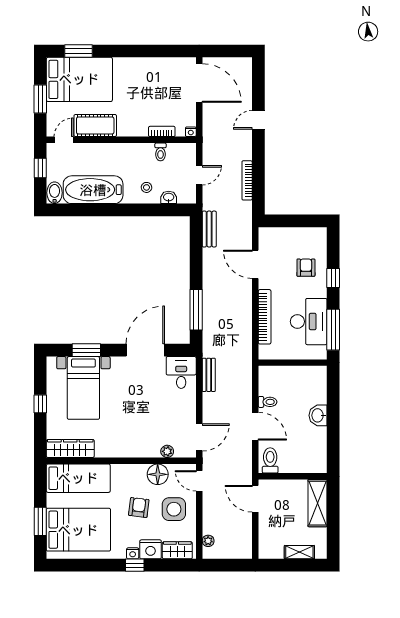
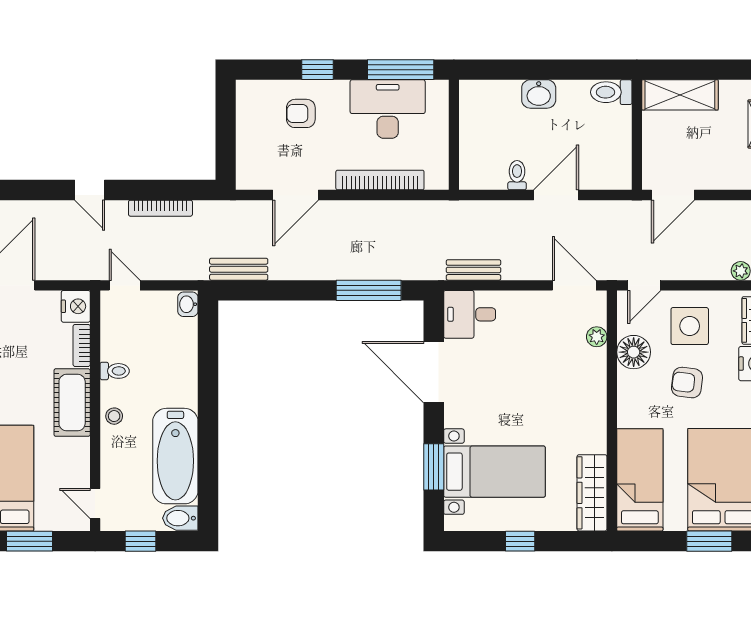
door: (258, 120) -> (90, 190), moved
cot: (95, 125) -> (72, 403), moved
nightstand: (191, 132) -> (76, 306), width x1.89, depth x1.79
toilet: (161, 152) -> (115, 371), moved
door: (199, 175) -> (125, 285), moved
stool: (146, 187) -> (114, 416), moved
washbasin: (169, 197) -> (188, 304), moved
toilet: (270, 460) -> (611, 92), moved

